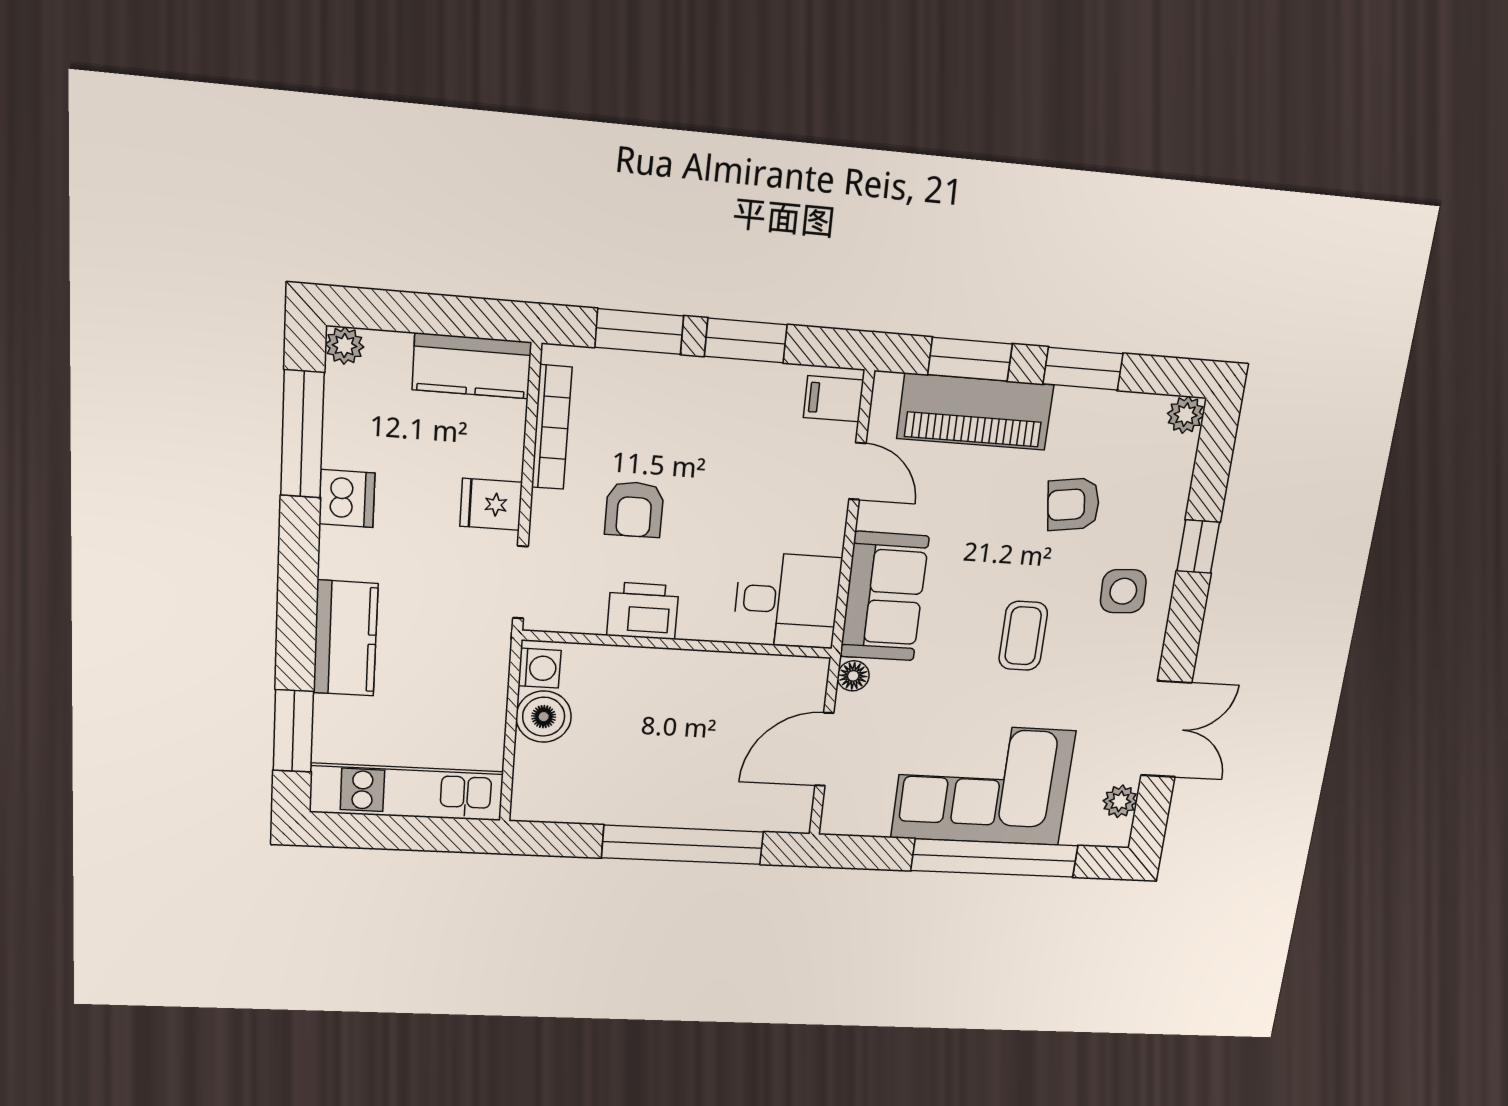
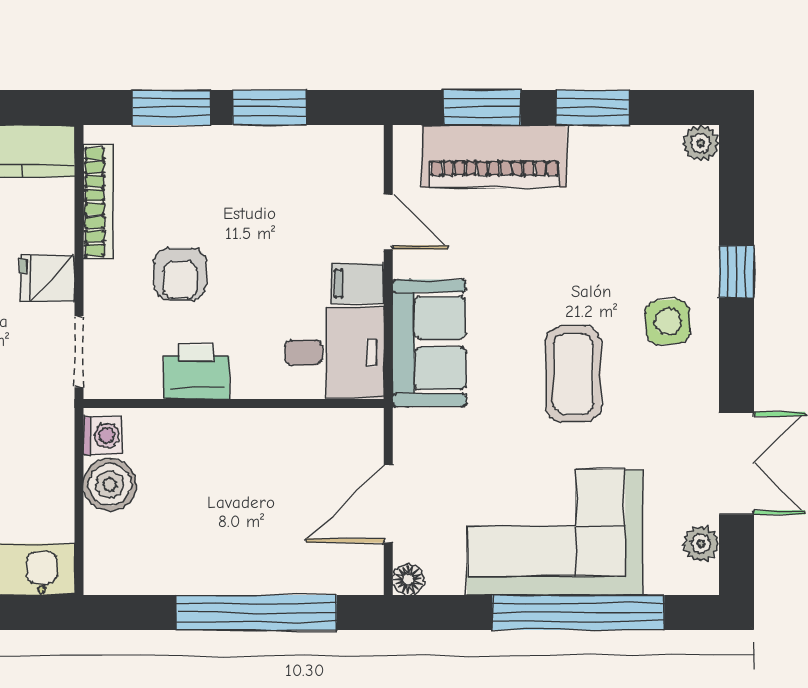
filing cabinet: (833, 399) -> (357, 284), moved
armchair: (1073, 504) -> (603, 238), removed
coffee table: (1023, 636) -> (573, 374), width x1.36, depth x1.30
floor lamp: (853, 676) -> (408, 579), moved

